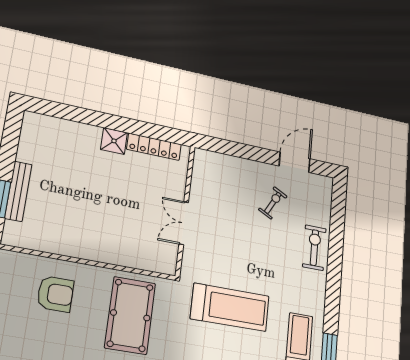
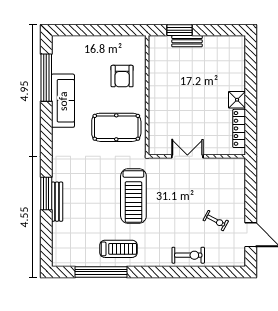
bench: (18, 191) -> (187, 41), width x0.73

